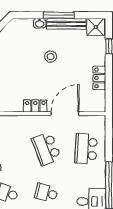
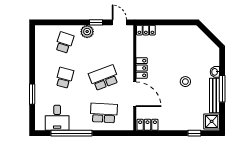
locker: (99, 78) -> (148, 125), moved

